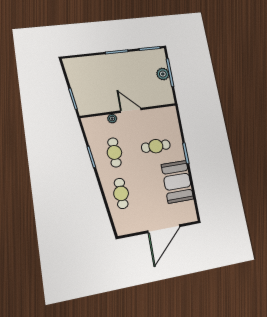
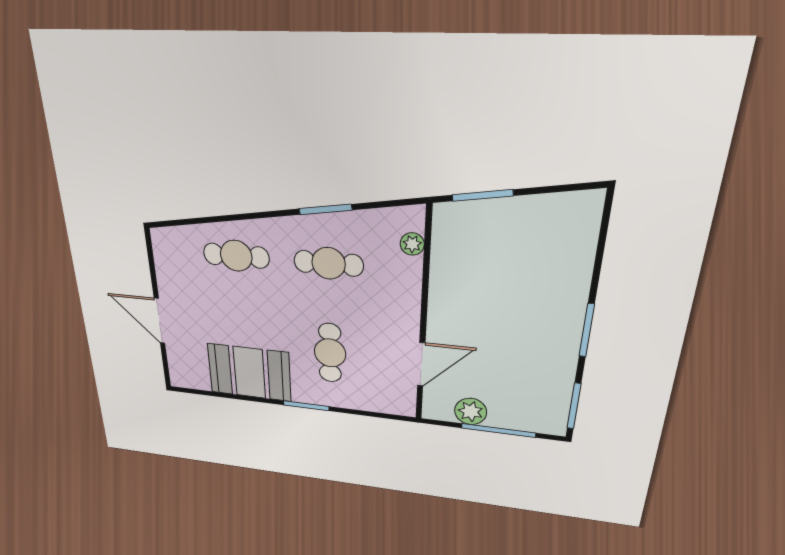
plant: (163, 74) -> (471, 411), moved
door: (131, 110) -> (421, 364), moved
plant: (112, 119) -> (412, 244), moved
door: (164, 229) -> (160, 321), width x0.73

